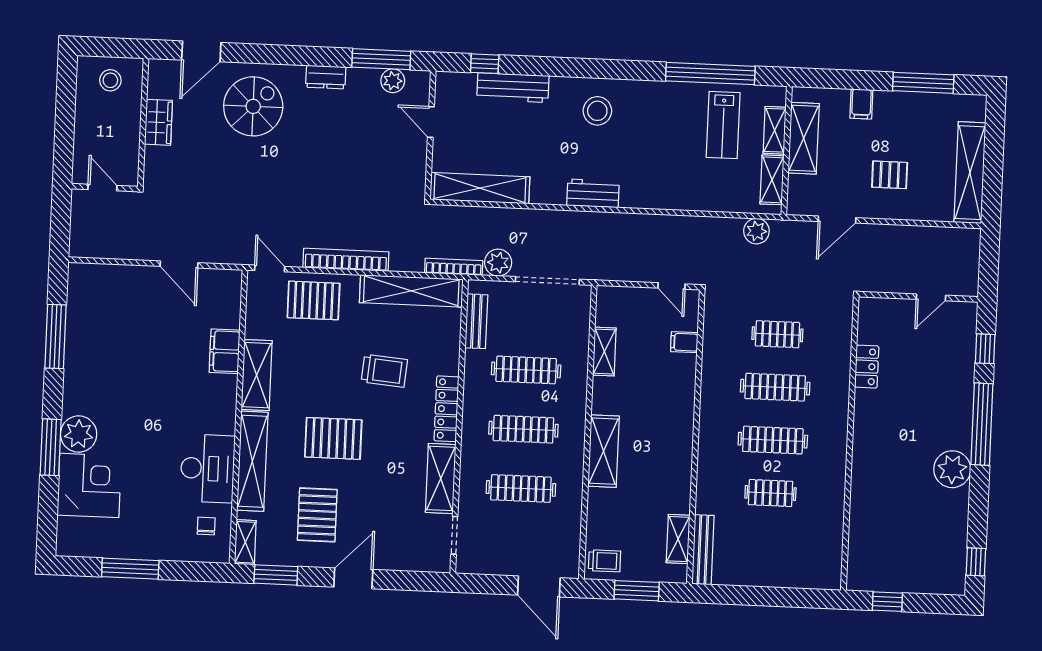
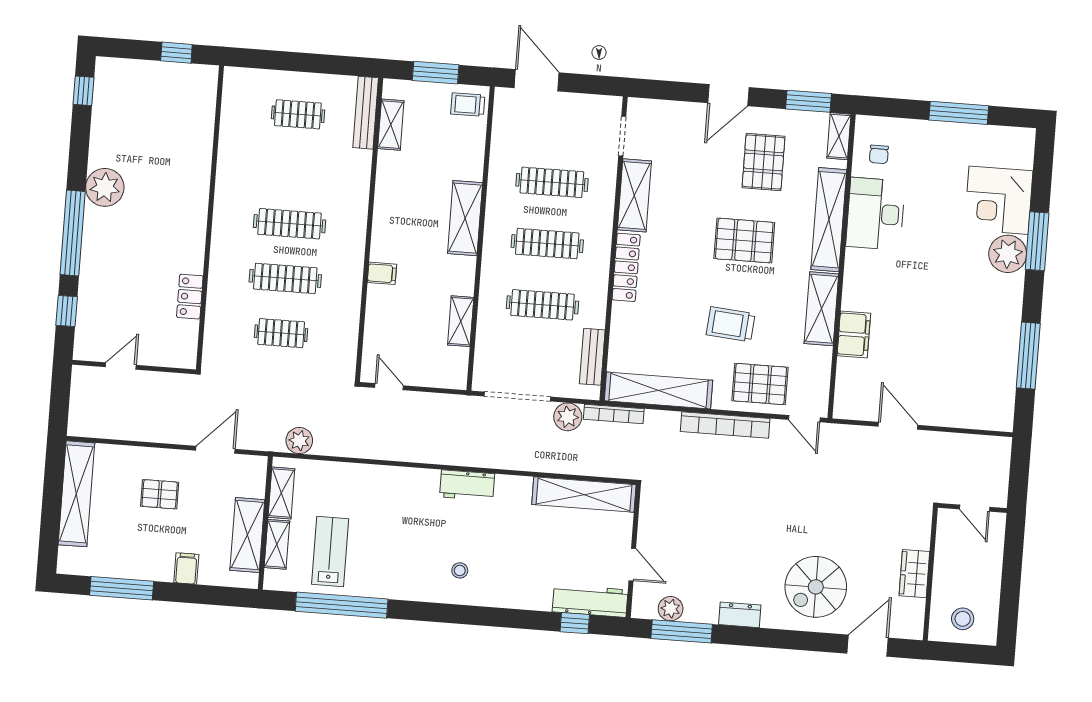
workbench: (513, 88) -> (590, 601), moved
stool: (597, 111) -> (460, 570), width x0.53, depth x0.53
filing cabinet: (684, 342) -> (382, 273), moved
trolley: (384, 371) -> (731, 324), moved
clothes rail: (770, 493) -> (298, 114), moved

